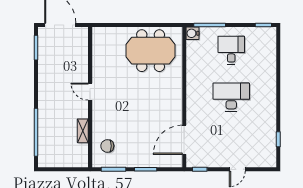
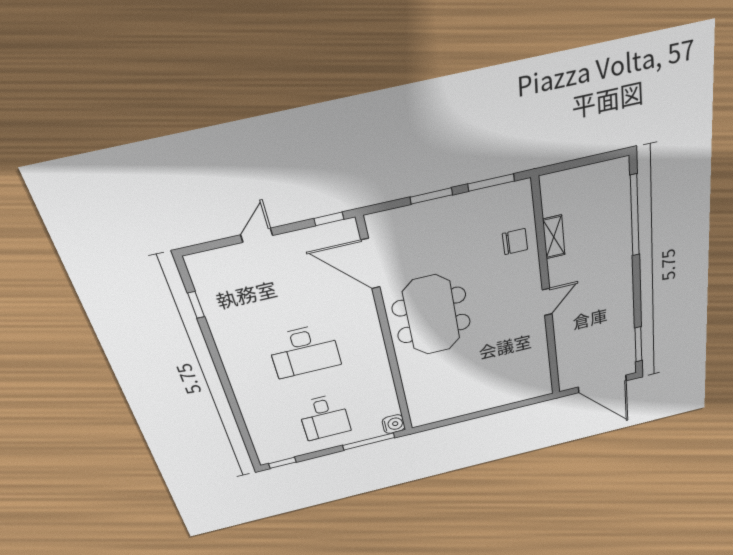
meeting table: (151, 51) -> (432, 315), moved, turned 90
door: (90, 92) -> (547, 302), hinge flipped
door: (184, 140) -> (370, 264), swing flipped
chair: (107, 146) -> (515, 242), moved

